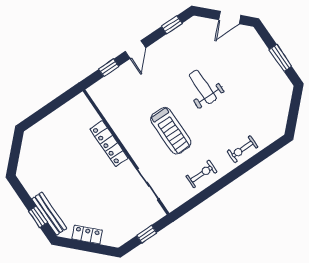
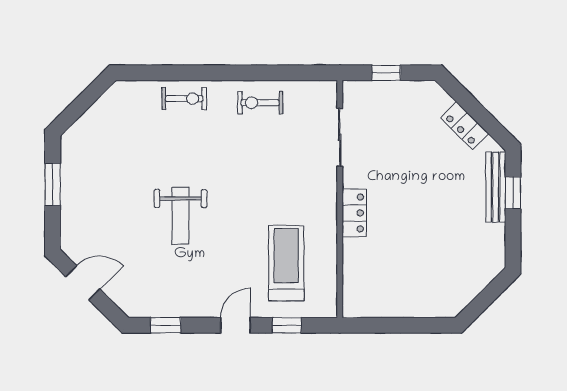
treadmill: (171, 131) -> (286, 263), moved
locker: (109, 144) -> (354, 213), width x0.66

